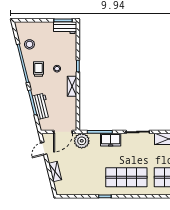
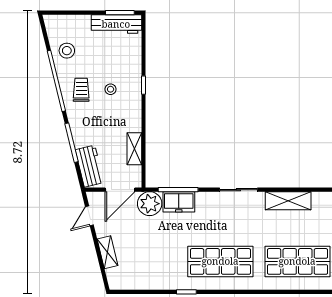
workbench: (65, 28) -> (116, 24), width x1.38
shelving: (72, 86) -> (134, 149), moved
workbench: (41, 106) -> (90, 166), moved
freezer: (111, 140) -> (179, 202), moved

